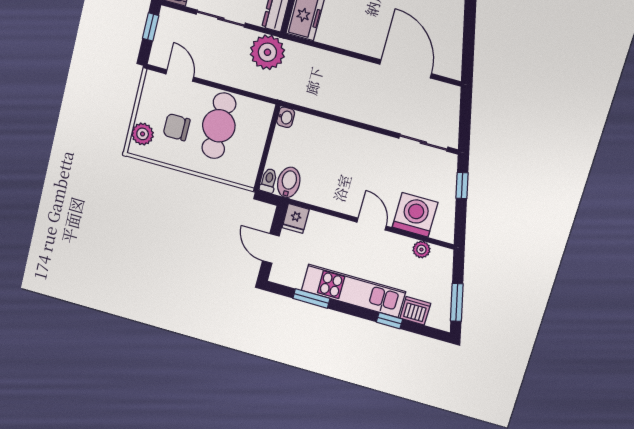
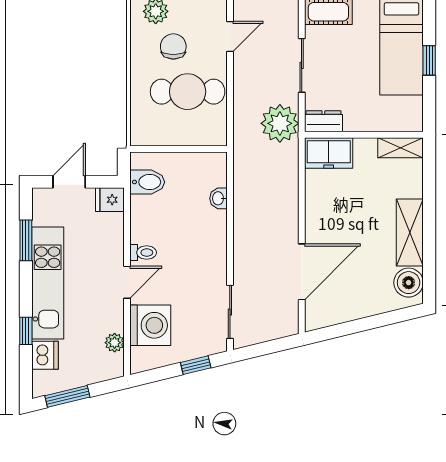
washbasin: (286, 117) -> (218, 198), moved, turned 90
toilet: (269, 181) -> (143, 253), moved

